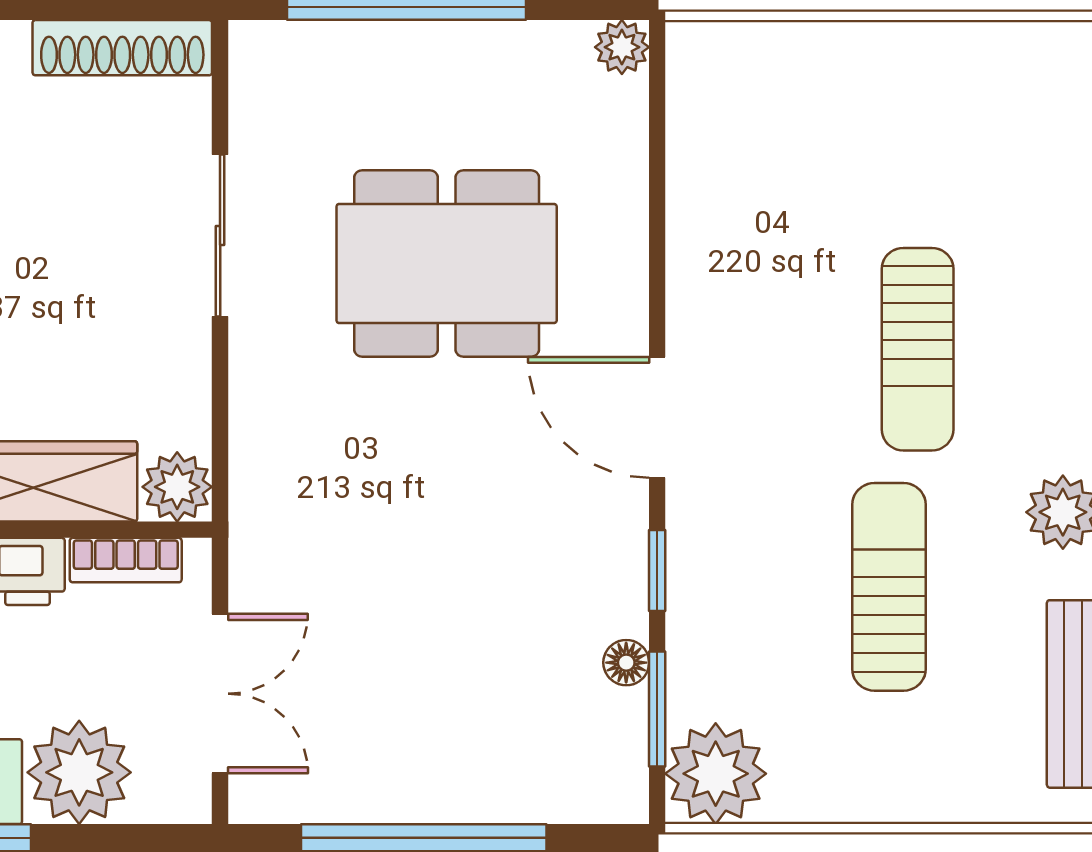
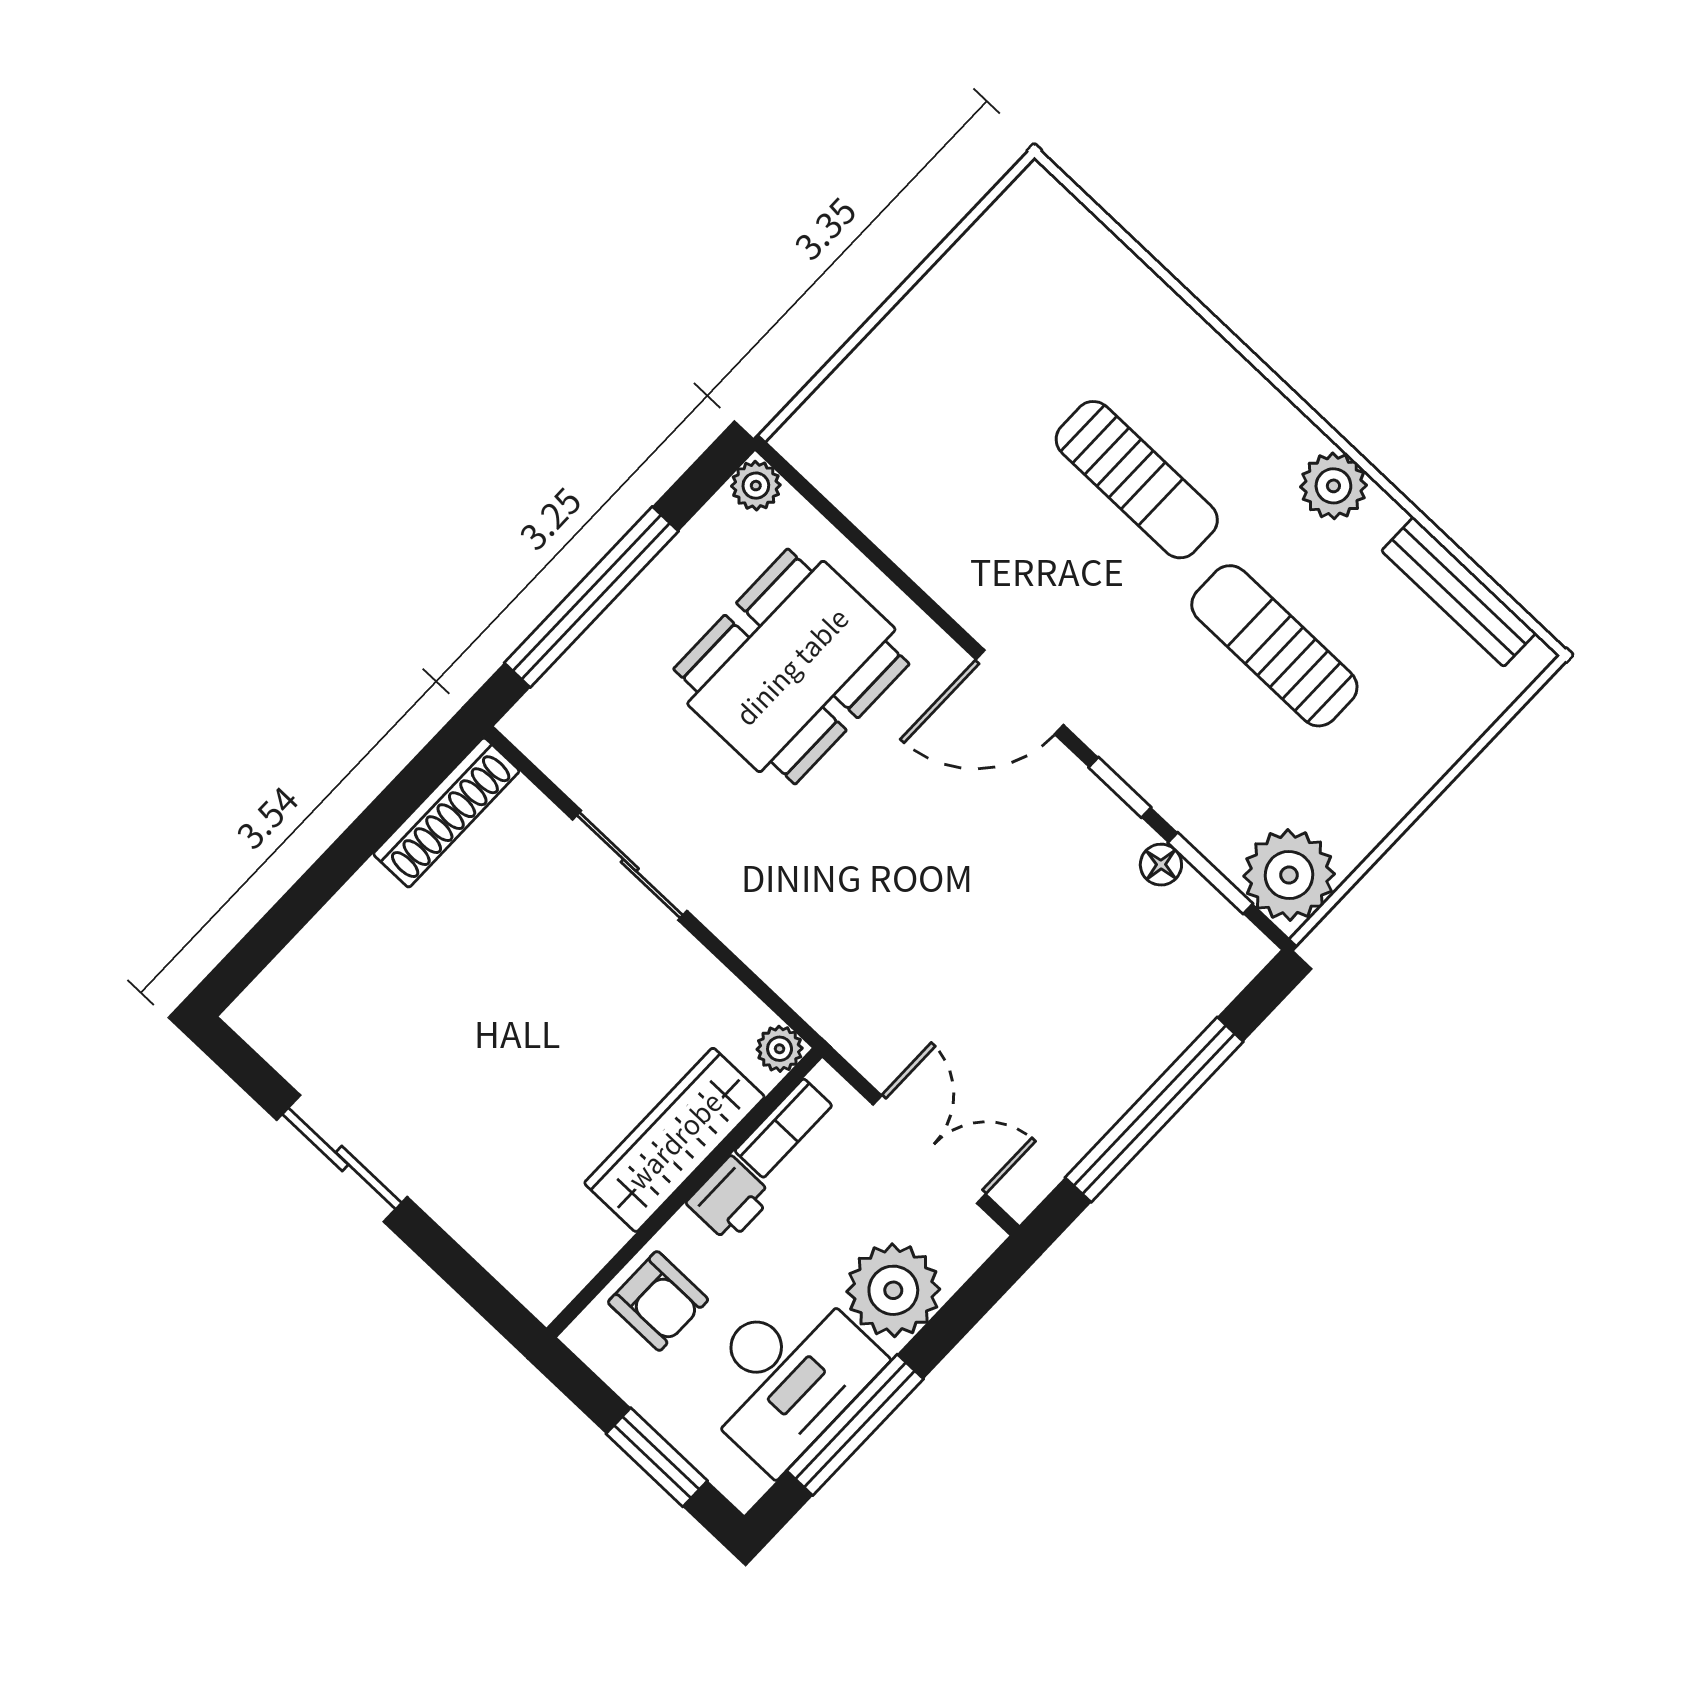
dining table: (447, 264) -> (791, 666), moved
plant: (177, 487) -> (780, 1049), width x0.73, depth x0.73

